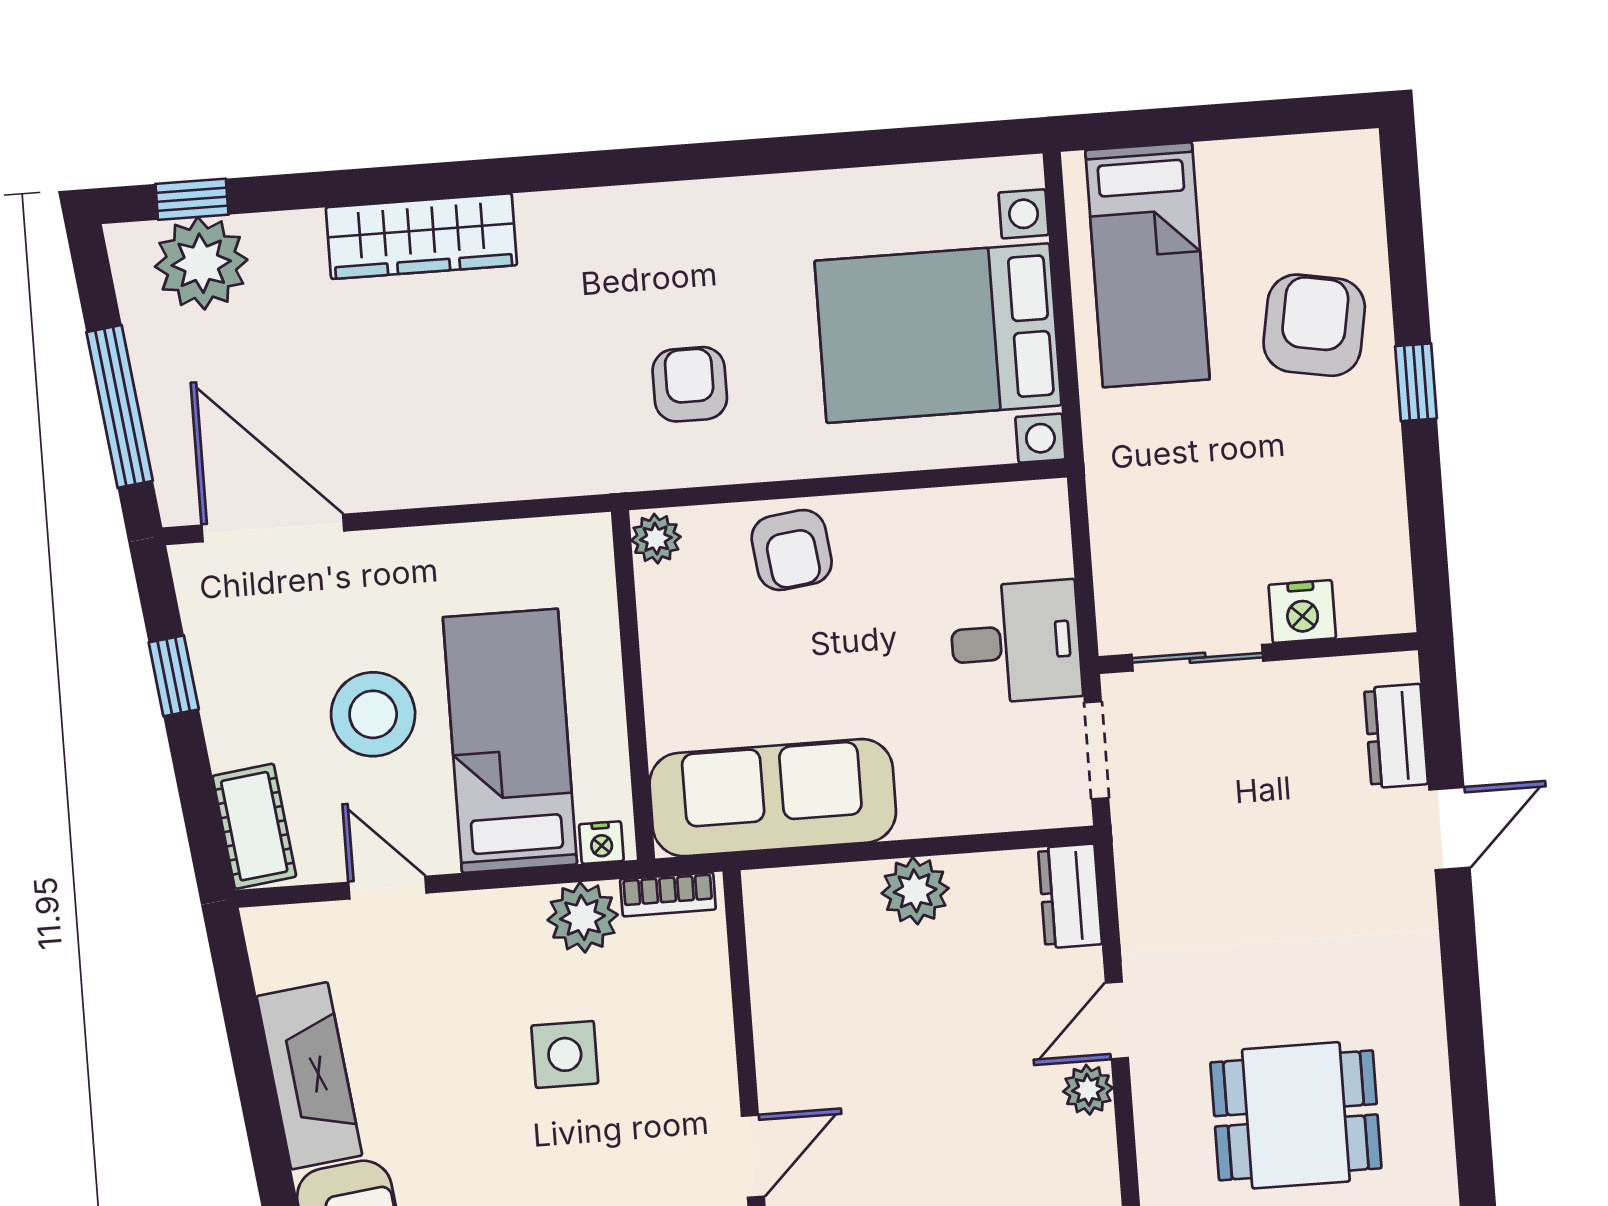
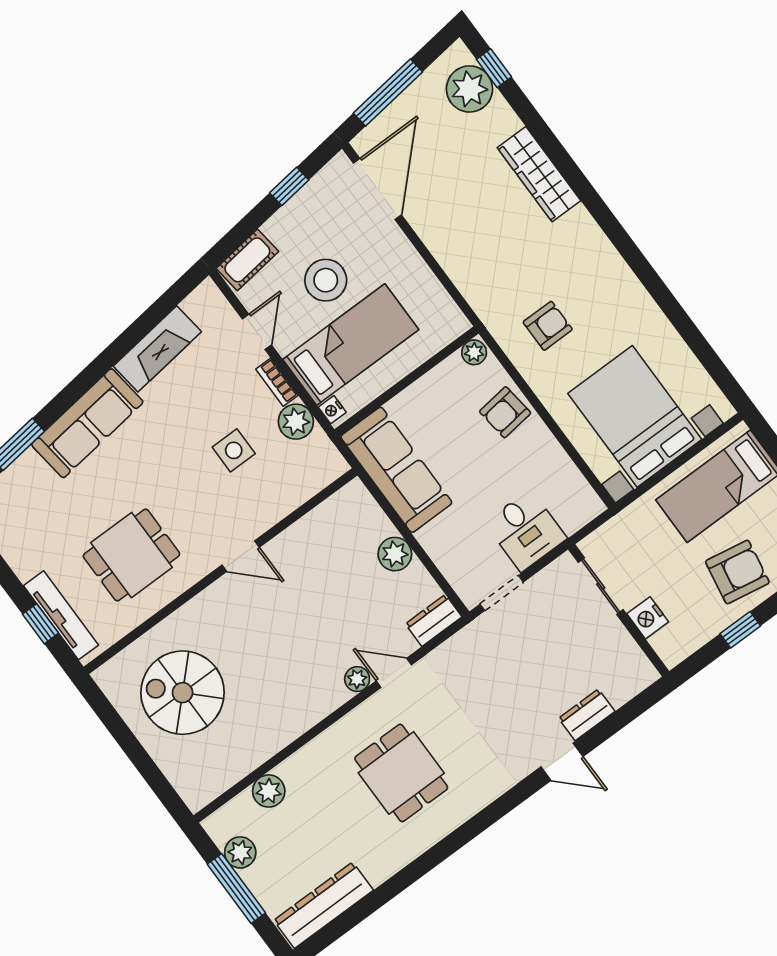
nightstand: (1302, 612) -> (648, 618), moved
wall: (1258, 653) -> (619, 610), moved
sliding door: (1197, 658) -> (601, 586), moved
bookcase: (668, 894) -> (277, 382), moved

